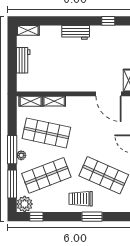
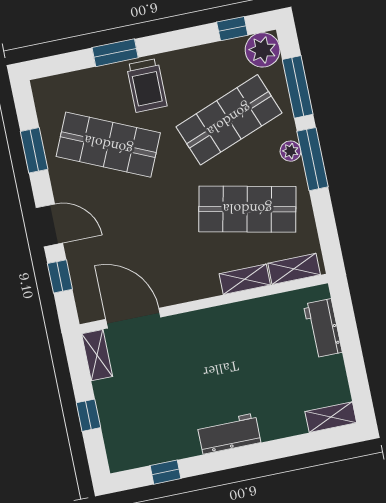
workbench: (23, 60) -> (323, 328), moved
trolley: (81, 199) -> (147, 85), turned 90

